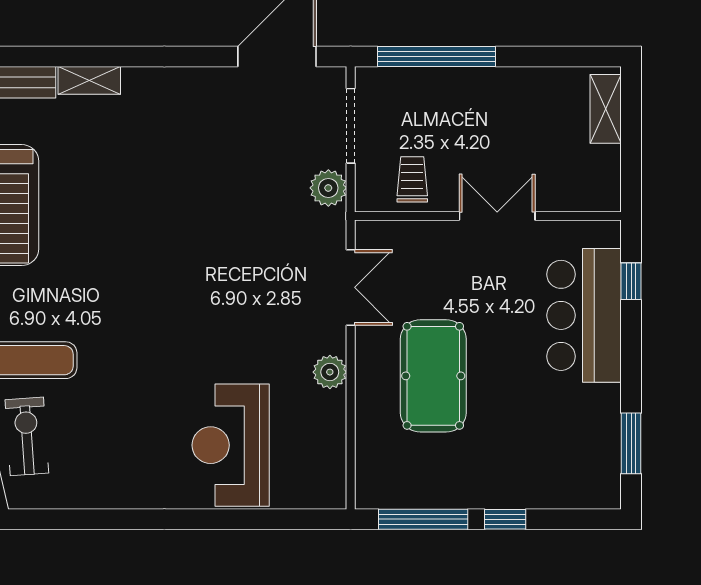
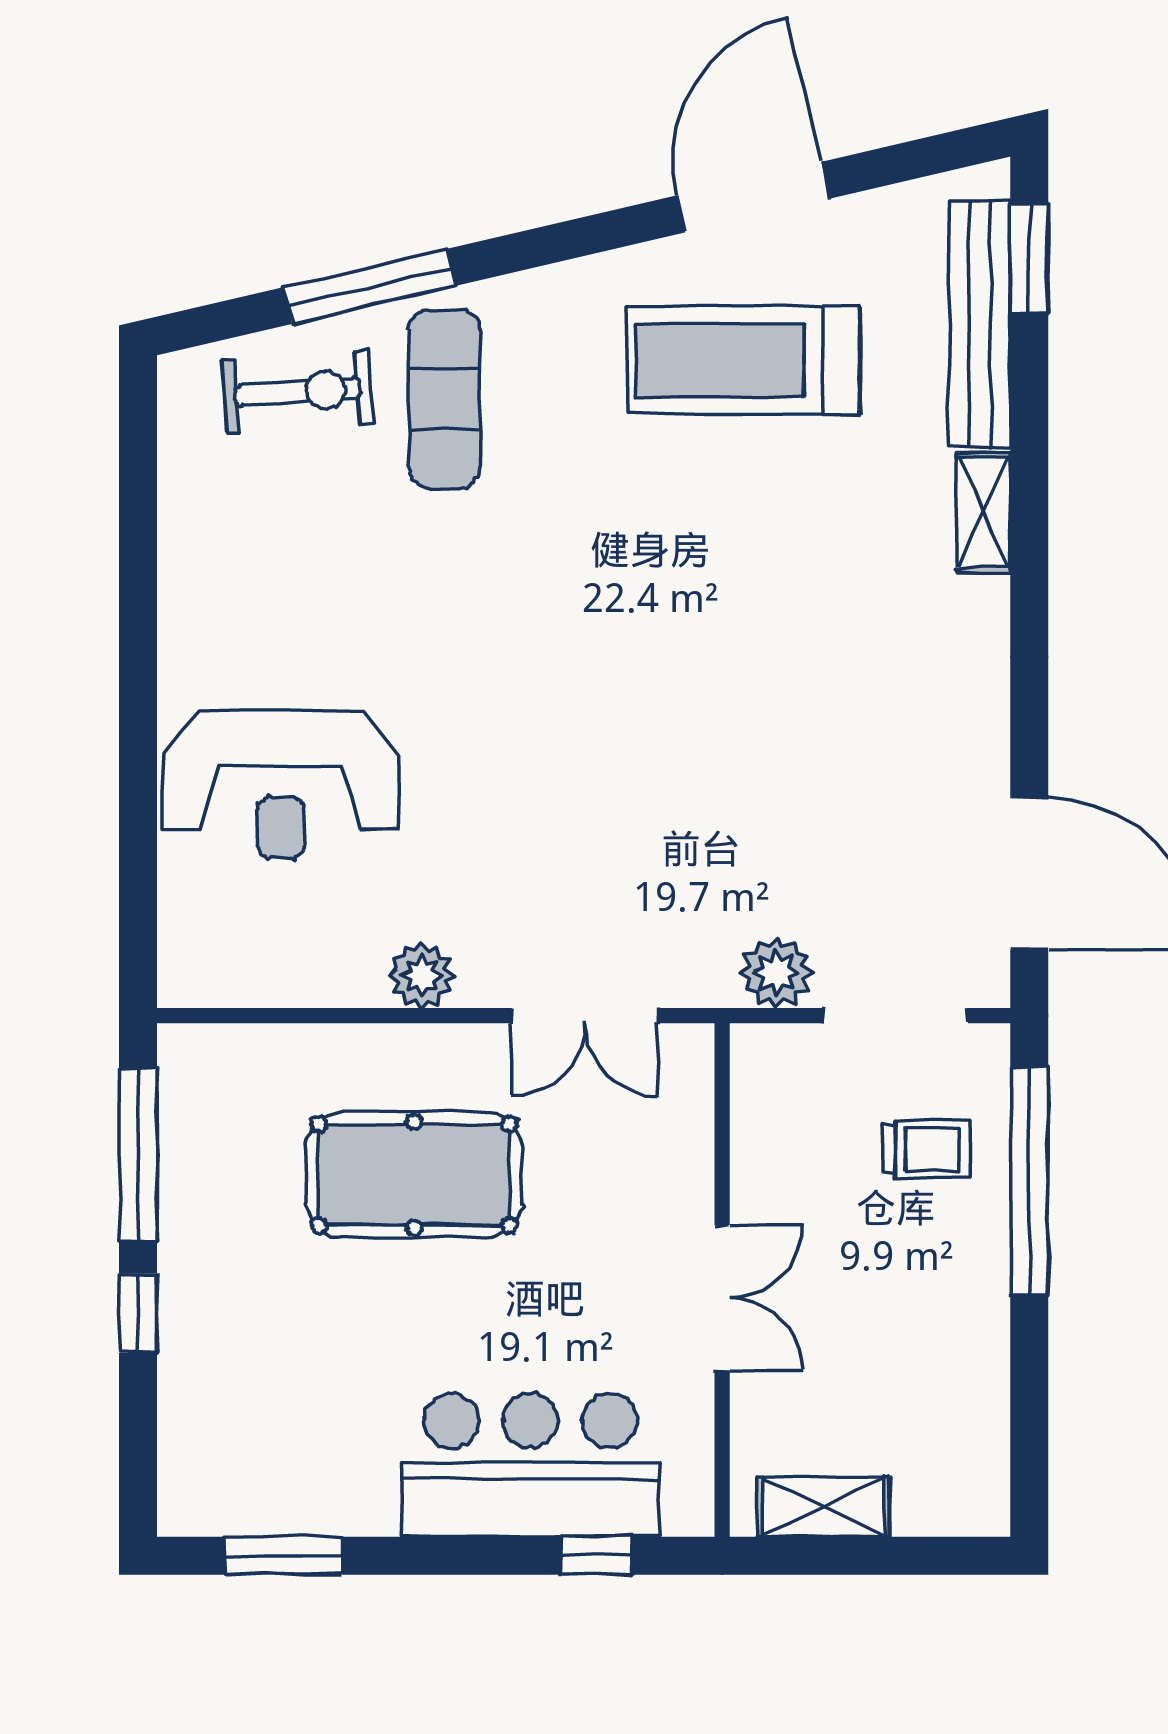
shelving: (606, 109) -> (823, 1507), moved
trolley: (412, 179) -> (927, 1149), moved
reception desk: (231, 445) -> (281, 784), turned 180

